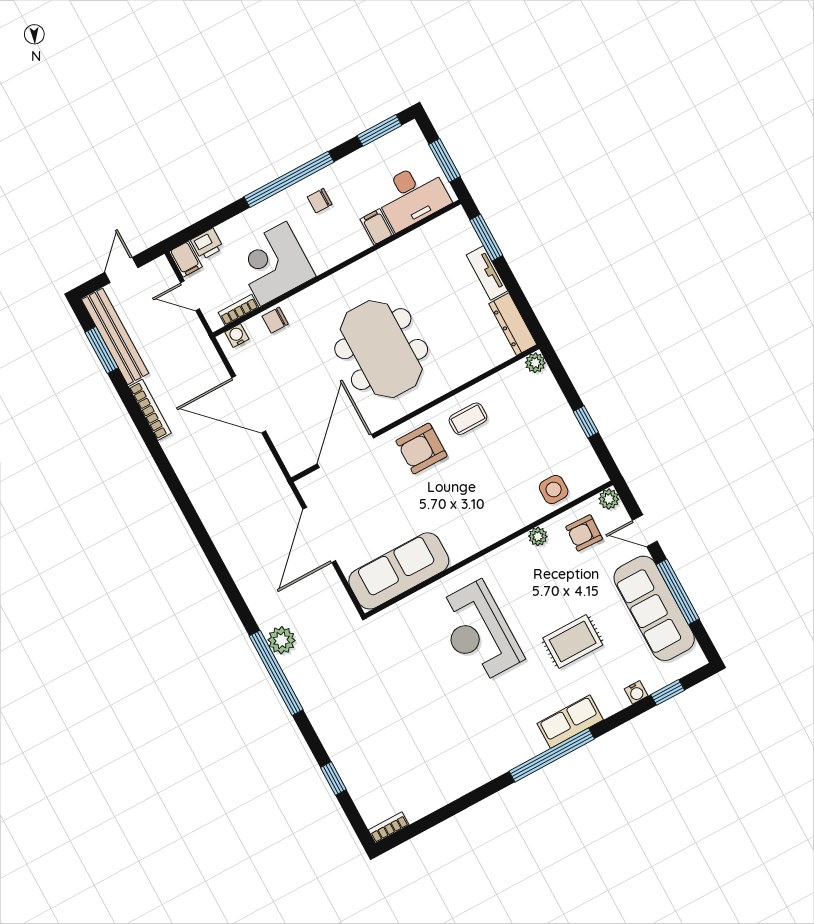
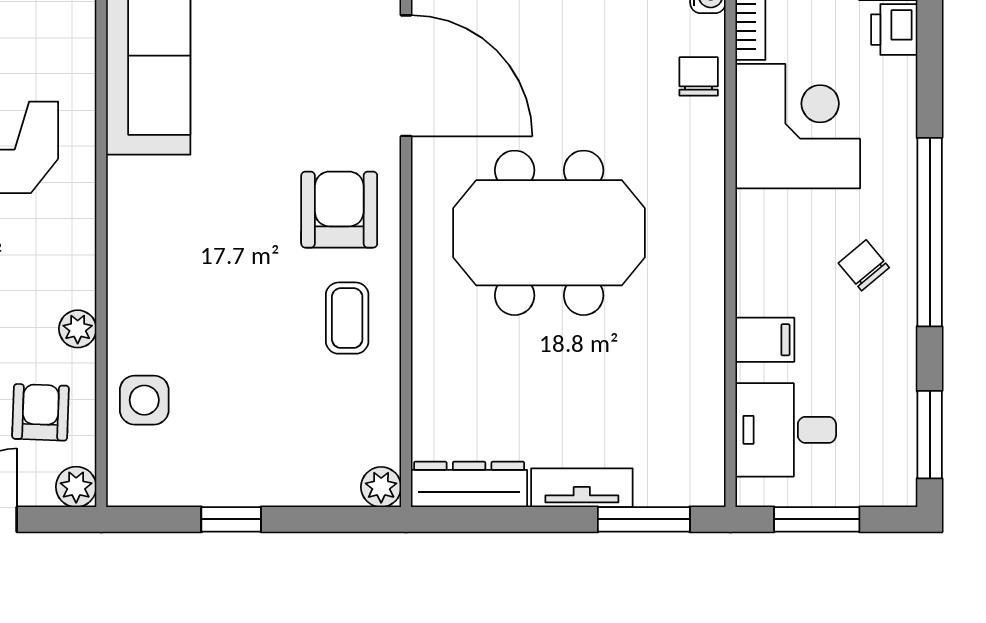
desk: (412, 196) -> (786, 430), width x0.73
chair: (320, 201) -> (864, 265), turned -40

